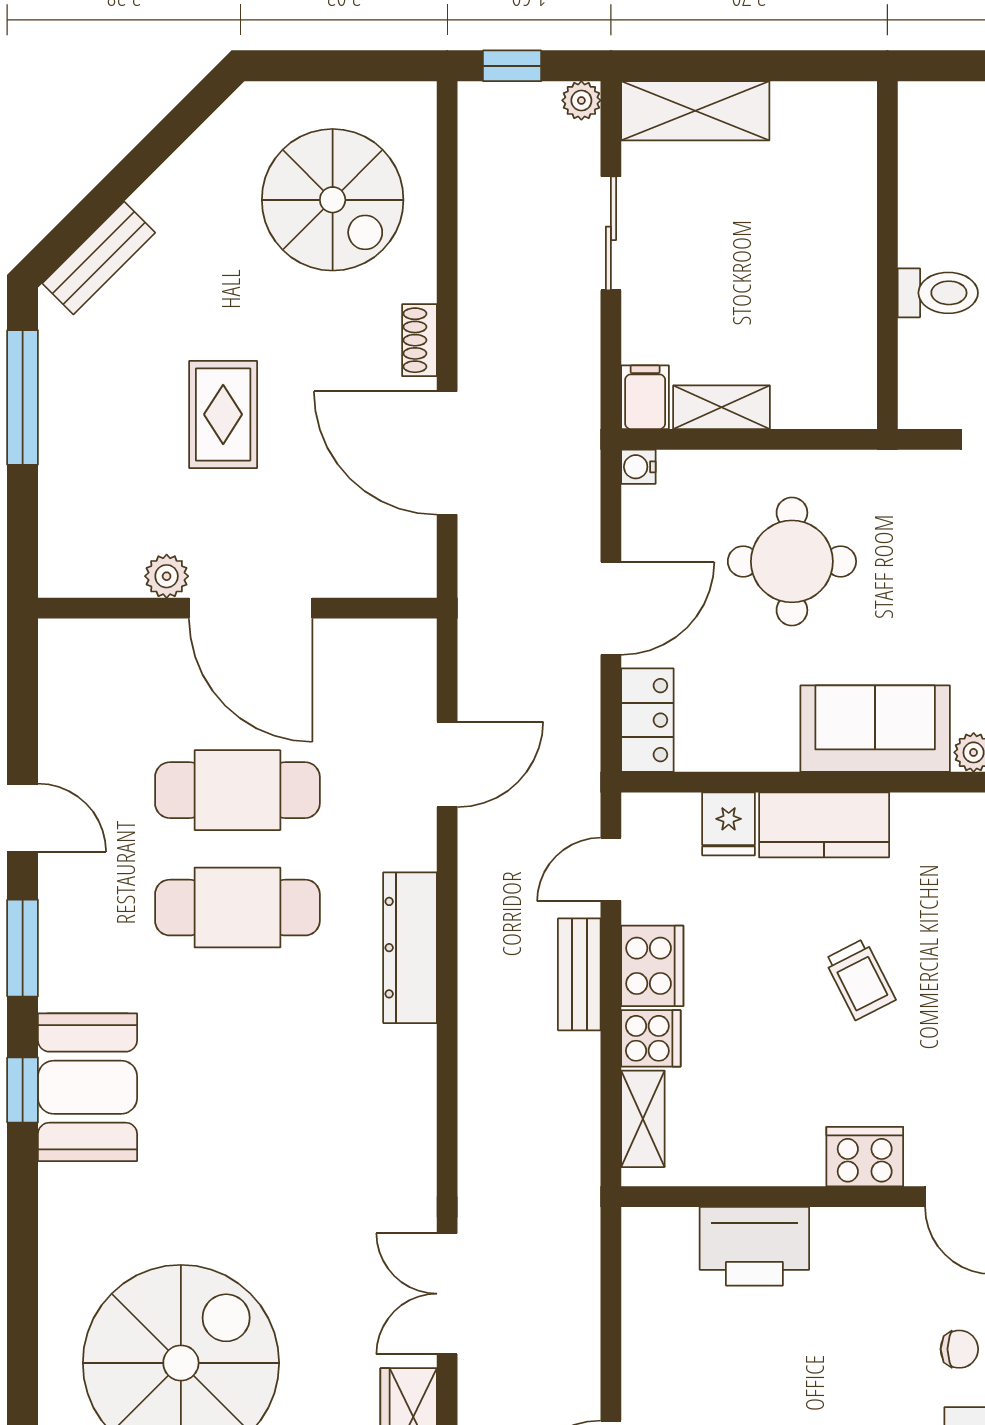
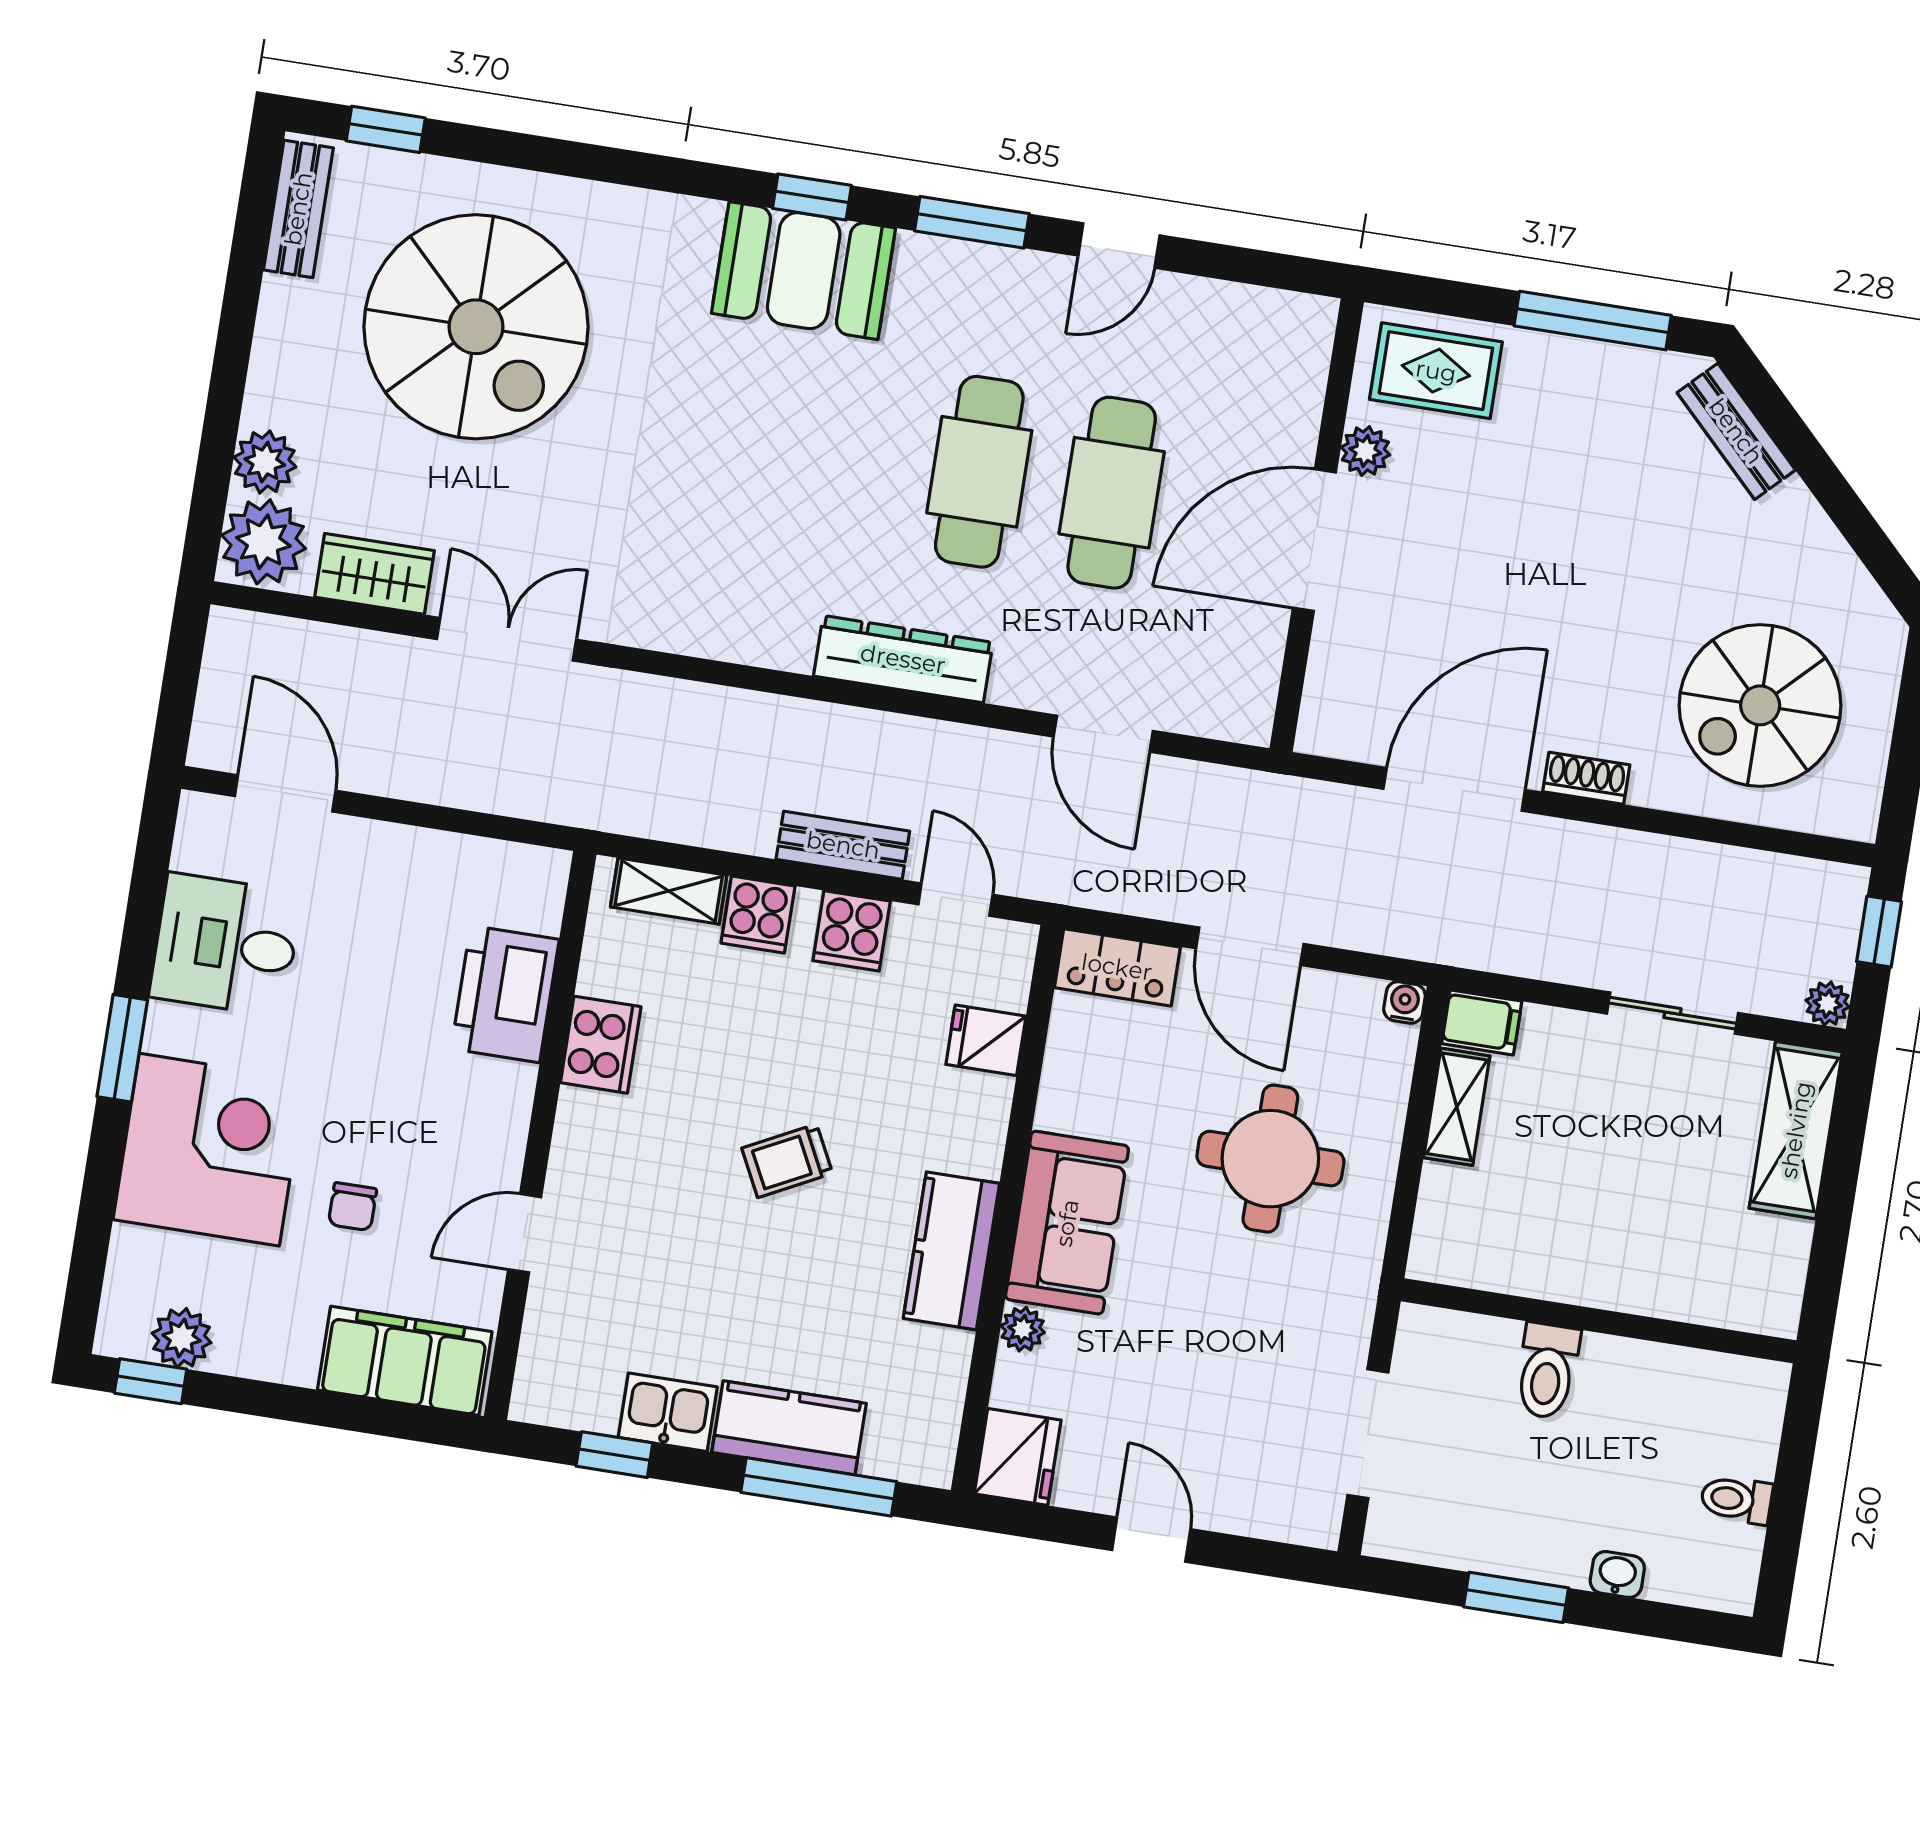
rug: (223, 414) -> (1436, 371), moved
kitchen counter: (824, 825) -> (951, 1251), moved
cooker: (652, 966) -> (852, 931), width x0.73
cooker: (865, 1157) -> (601, 1045), moved

